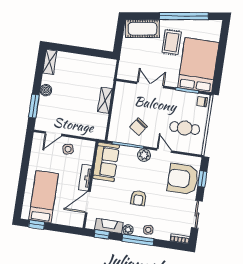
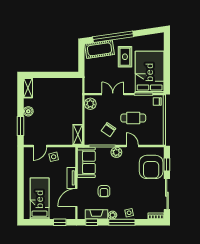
window: (184, 16) -> (113, 37), moved
plant: (121, 92) -> (90, 104), added
shelving: (105, 100) -> (78, 135), moved
cafe table: (185, 128) -> (133, 118), moved
armchair: (183, 179) -> (151, 167), turned -90
armchair: (138, 198) -> (104, 191), moved
sliding door: (197, 214) -> (167, 194), width x1.37
window: (37, 225) -> (60, 222), moved

